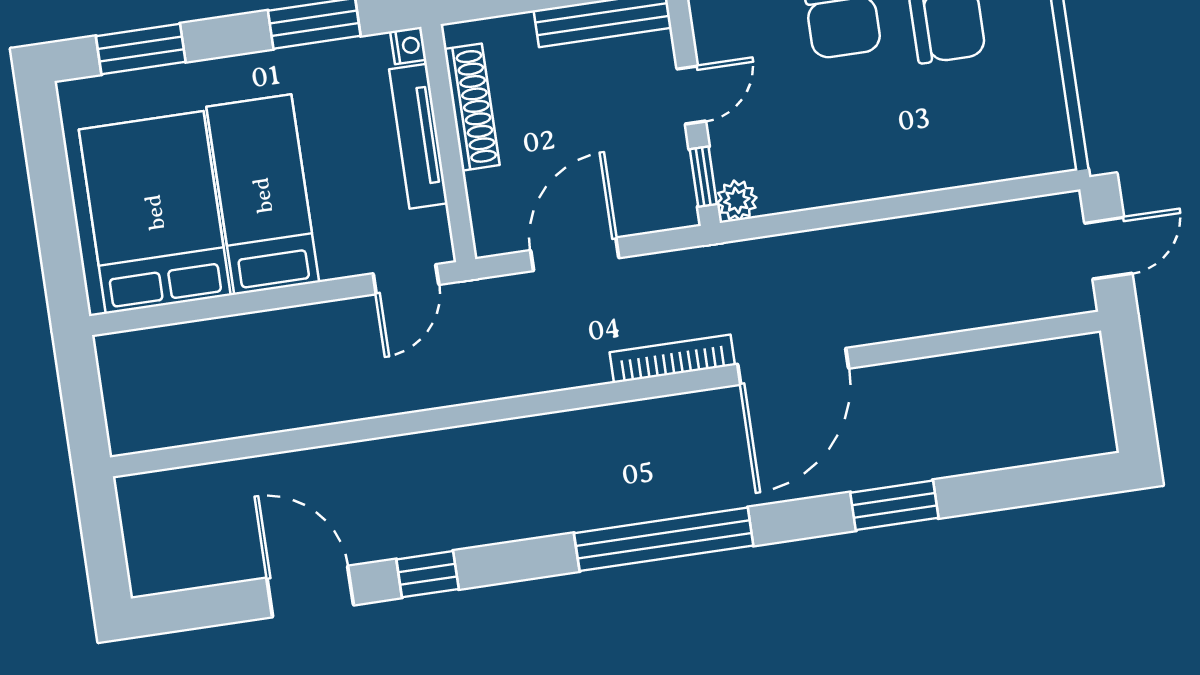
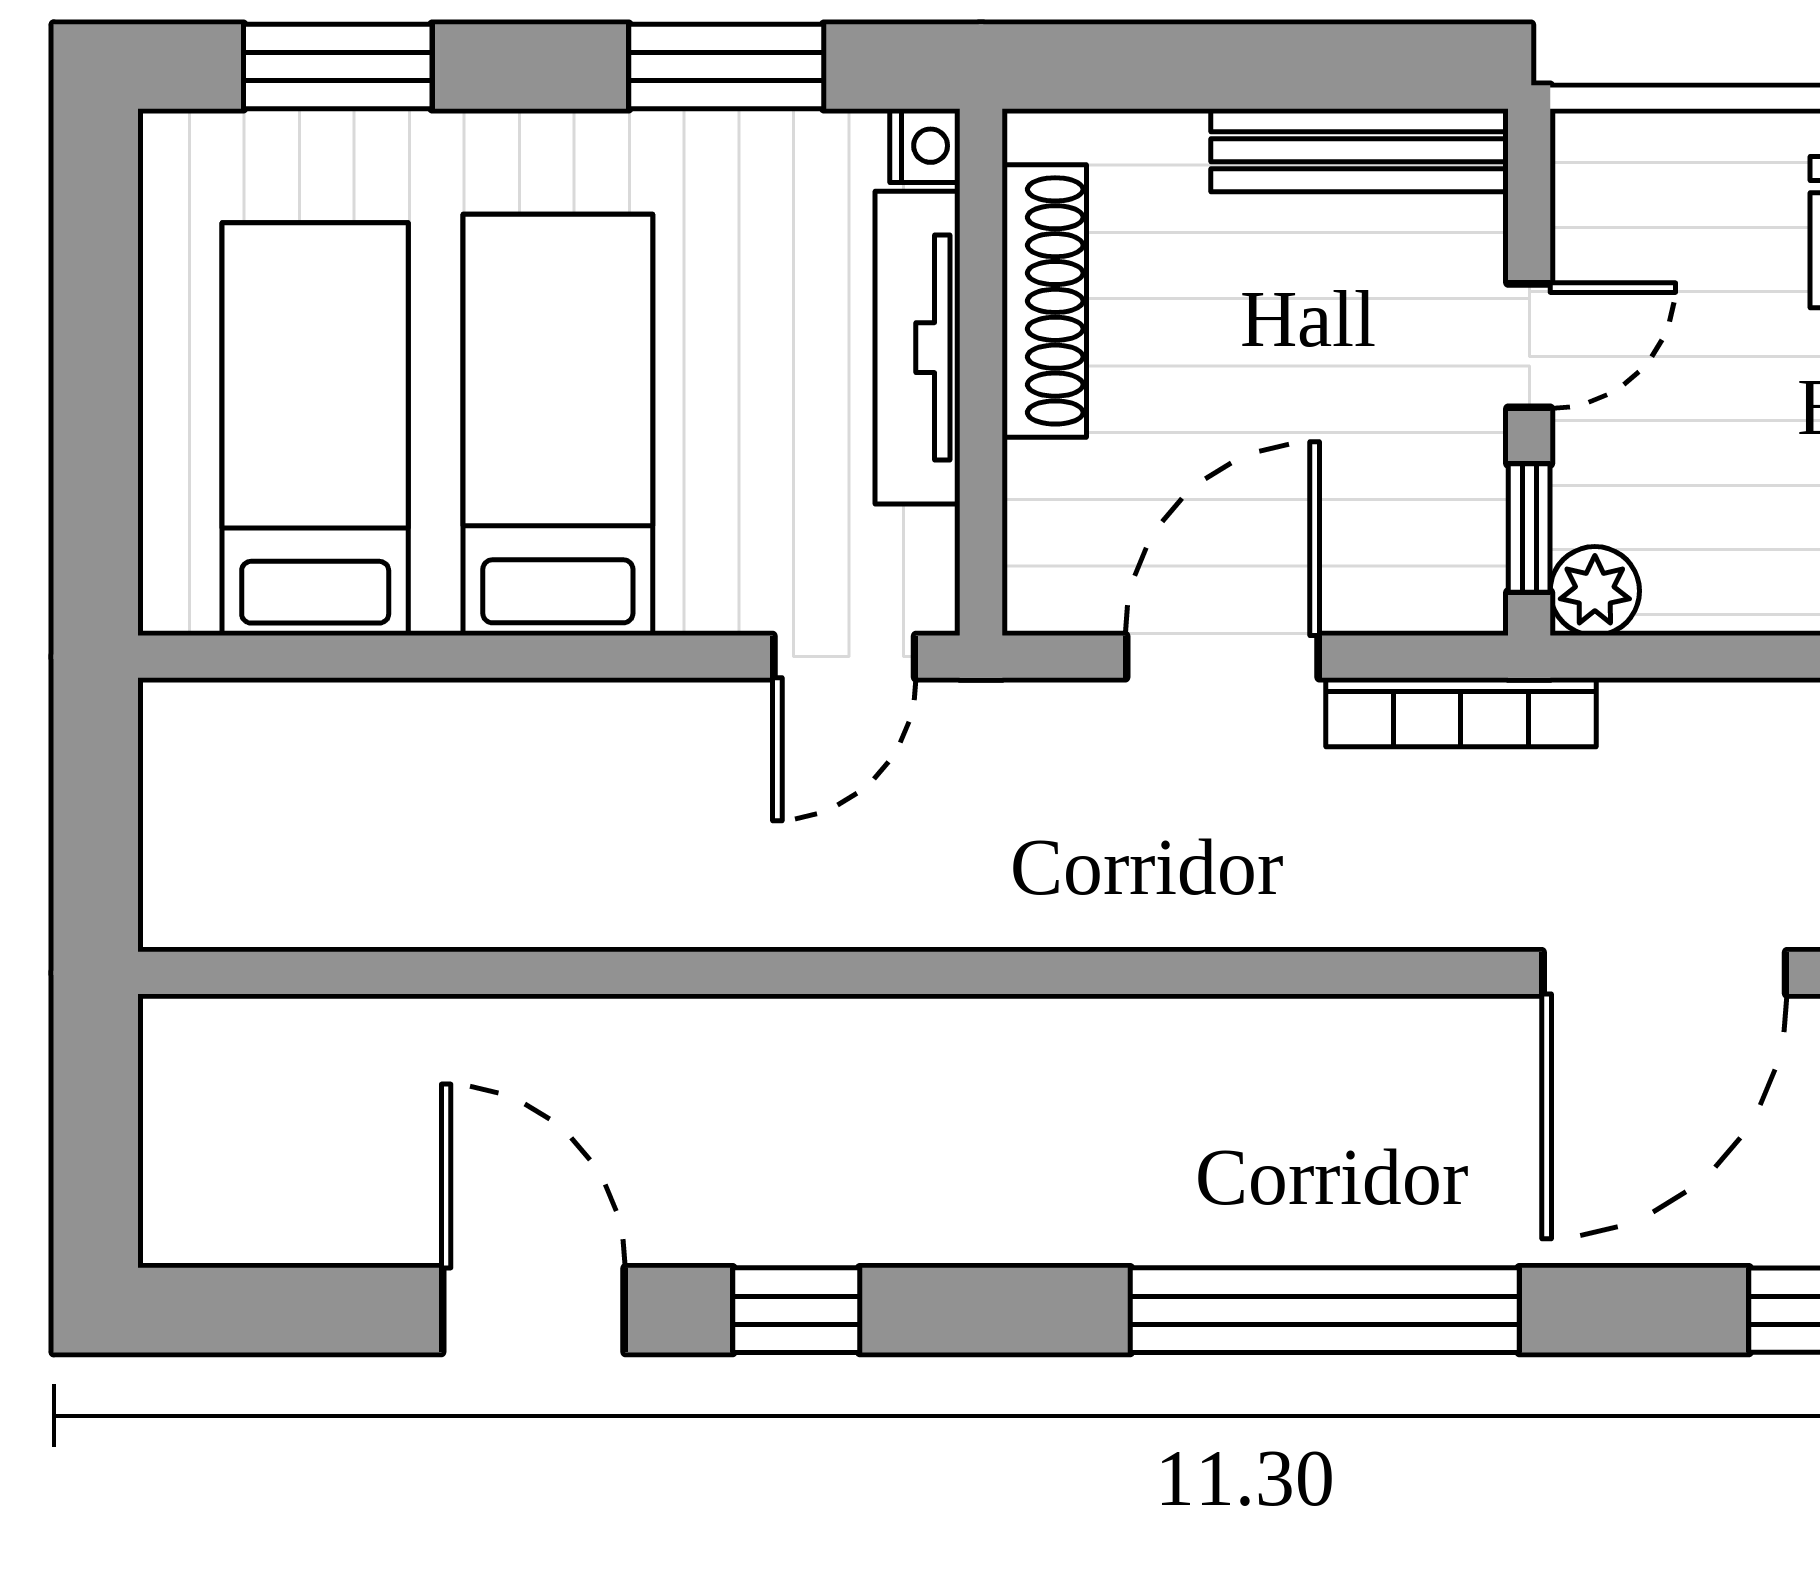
bed: (155, 212) -> (315, 429), width x0.67
bookcase: (672, 359) -> (1461, 712), moved, turned 180

